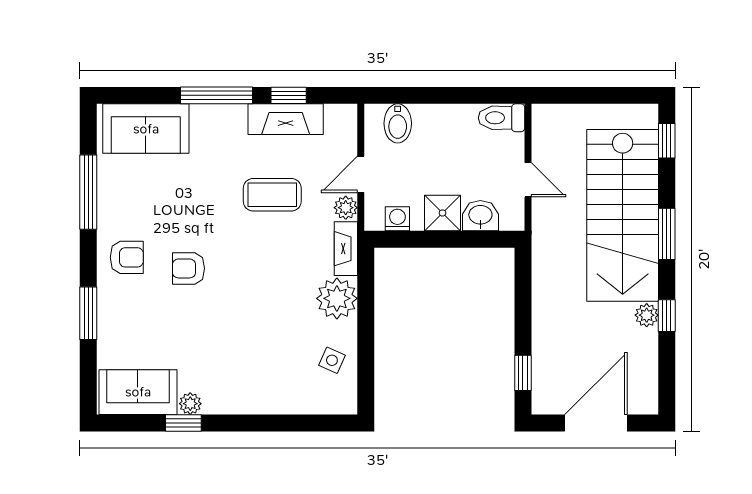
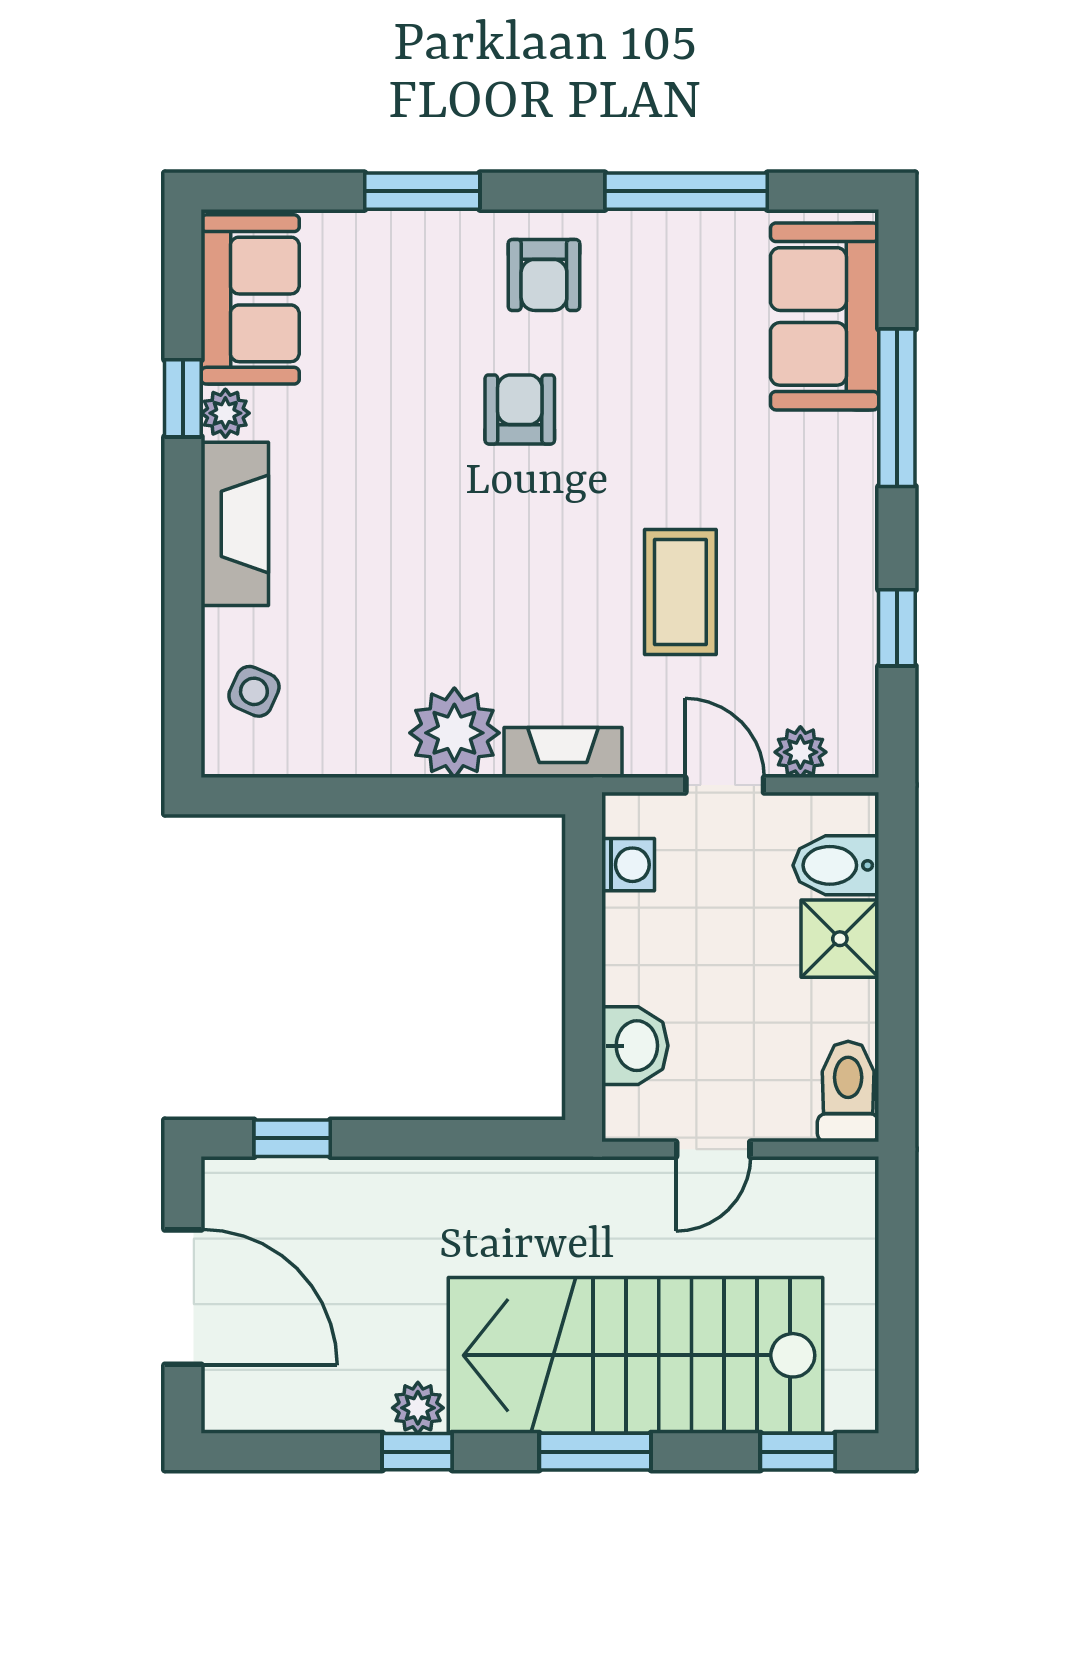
window: (216, 95) -> (897, 408), moved
fireplace: (286, 119) -> (235, 524), moved, turned 180
plant: (346, 208) -> (800, 752), moved
shower: (442, 213) -> (840, 939), moved
side table: (332, 360) -> (254, 691), moved

